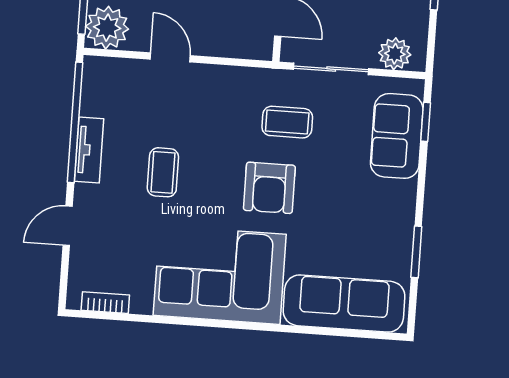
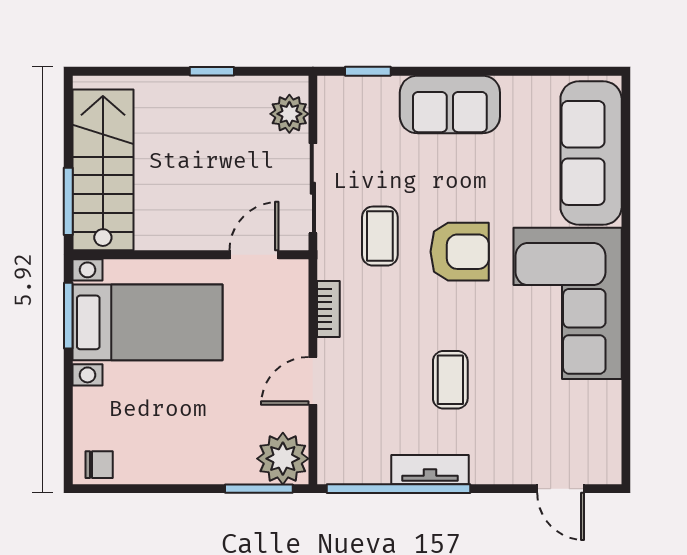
sofa: (397, 136) -> (450, 105), moved
coffee table: (163, 172) -> (450, 380), turned 90
door: (68, 226) -> (561, 489), moved
window: (416, 252) -> (523, 71), removed
bookcase: (105, 303) -> (328, 309), moved, turned 180

